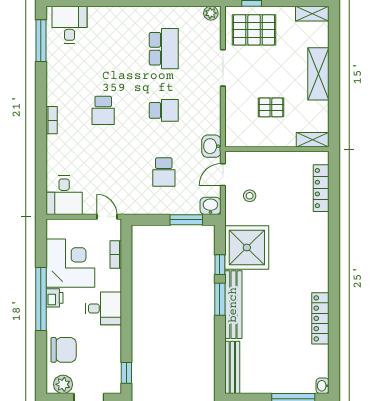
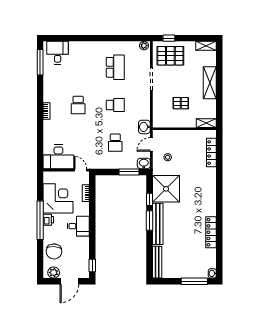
desk: (64, 195) -> (58, 157), width x1.37
chair: (64, 350) -> (54, 251), turned 93

